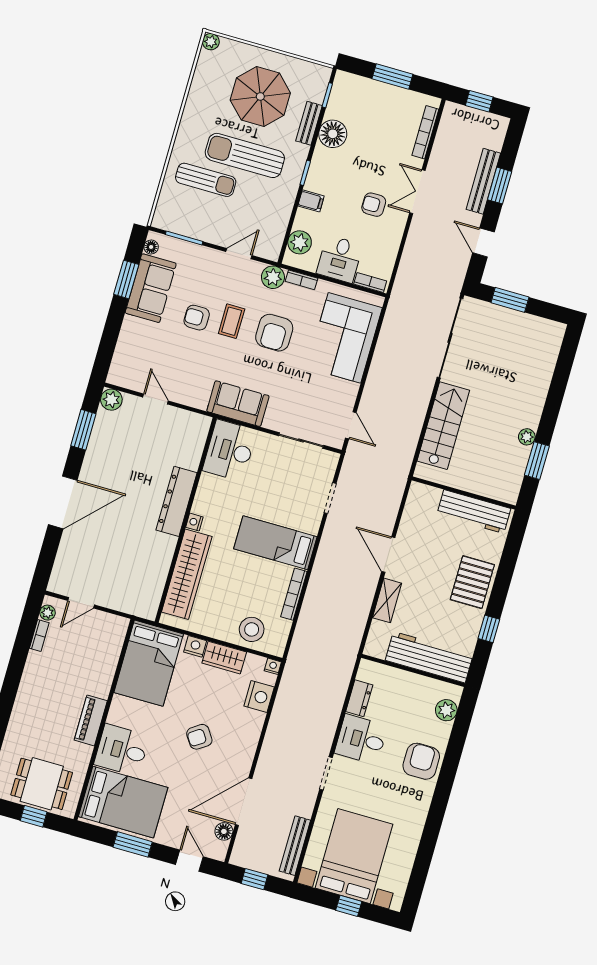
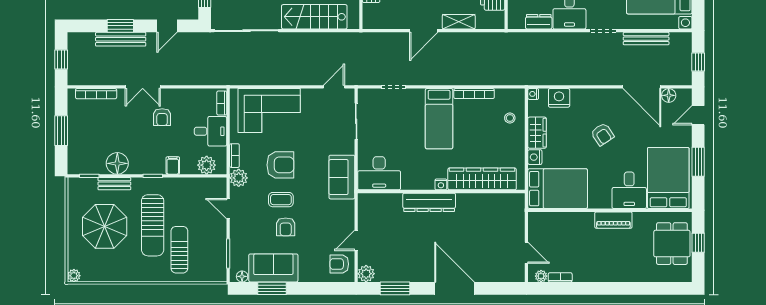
armchair: (132, 370) -> (339, 264), added
stool: (252, 629) -> (510, 118), width x0.53, depth x0.53
bench: (295, 846) -> (646, 39), moved

